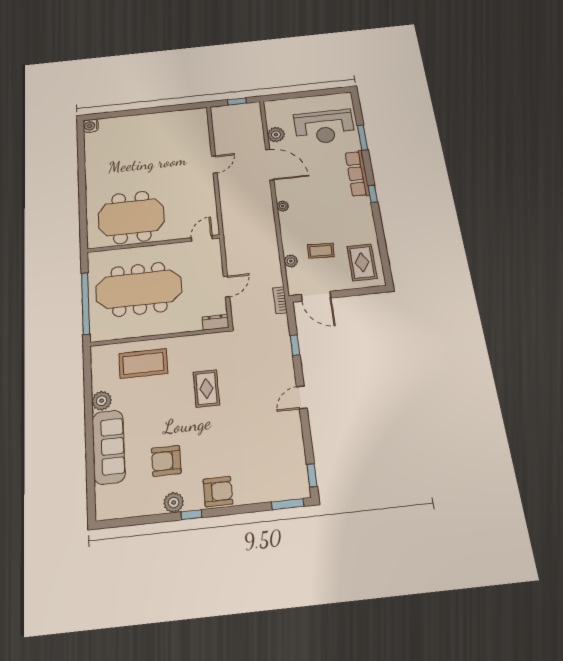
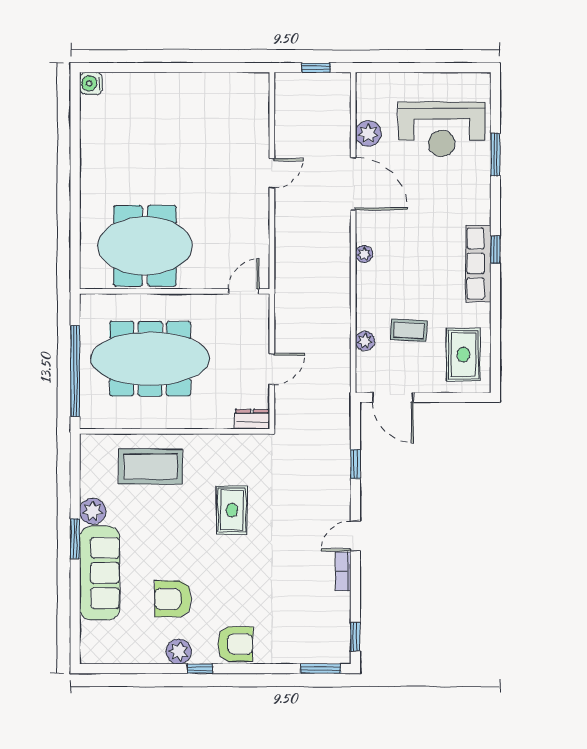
row of seats: (357, 174) -> (479, 264), moved
bookcase: (280, 300) -> (343, 571), moved
window: (89, 423) -> (75, 539), added

